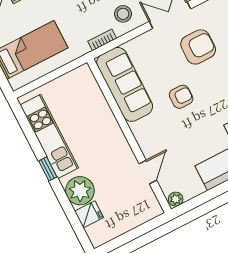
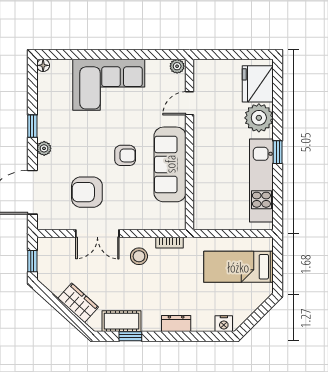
sofa: (125, 84) -> (170, 164), moved
armchair: (181, 97) -> (125, 155), turned 180
fridge: (89, 214) -> (258, 84), width x1.88, depth x1.34

